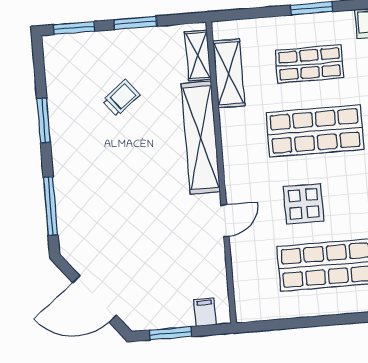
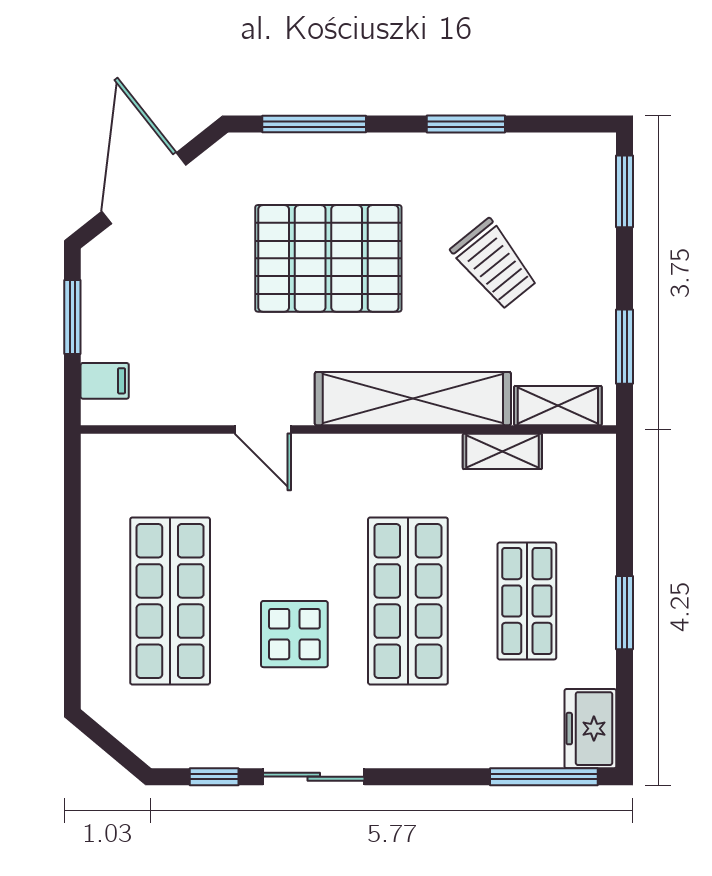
window: (135, 23) -> (625, 347), moved
shelving: (229, 73) -> (502, 451), width x0.67, depth x0.75
trolley: (121, 98) -> (494, 264), width x1.36, depth x1.39
pallet: (126, 192) -> (328, 258), added
display table: (304, 204) -> (294, 634), moved

